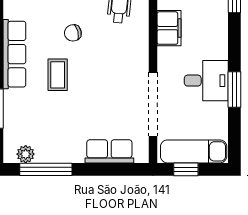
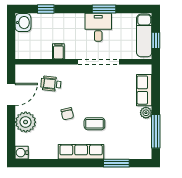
filing cabinet: (169, 28) -> (58, 51), width x0.50
doorway: (153, 104) -> (98, 62), moved
plant: (26, 154) -> (146, 113), moved

